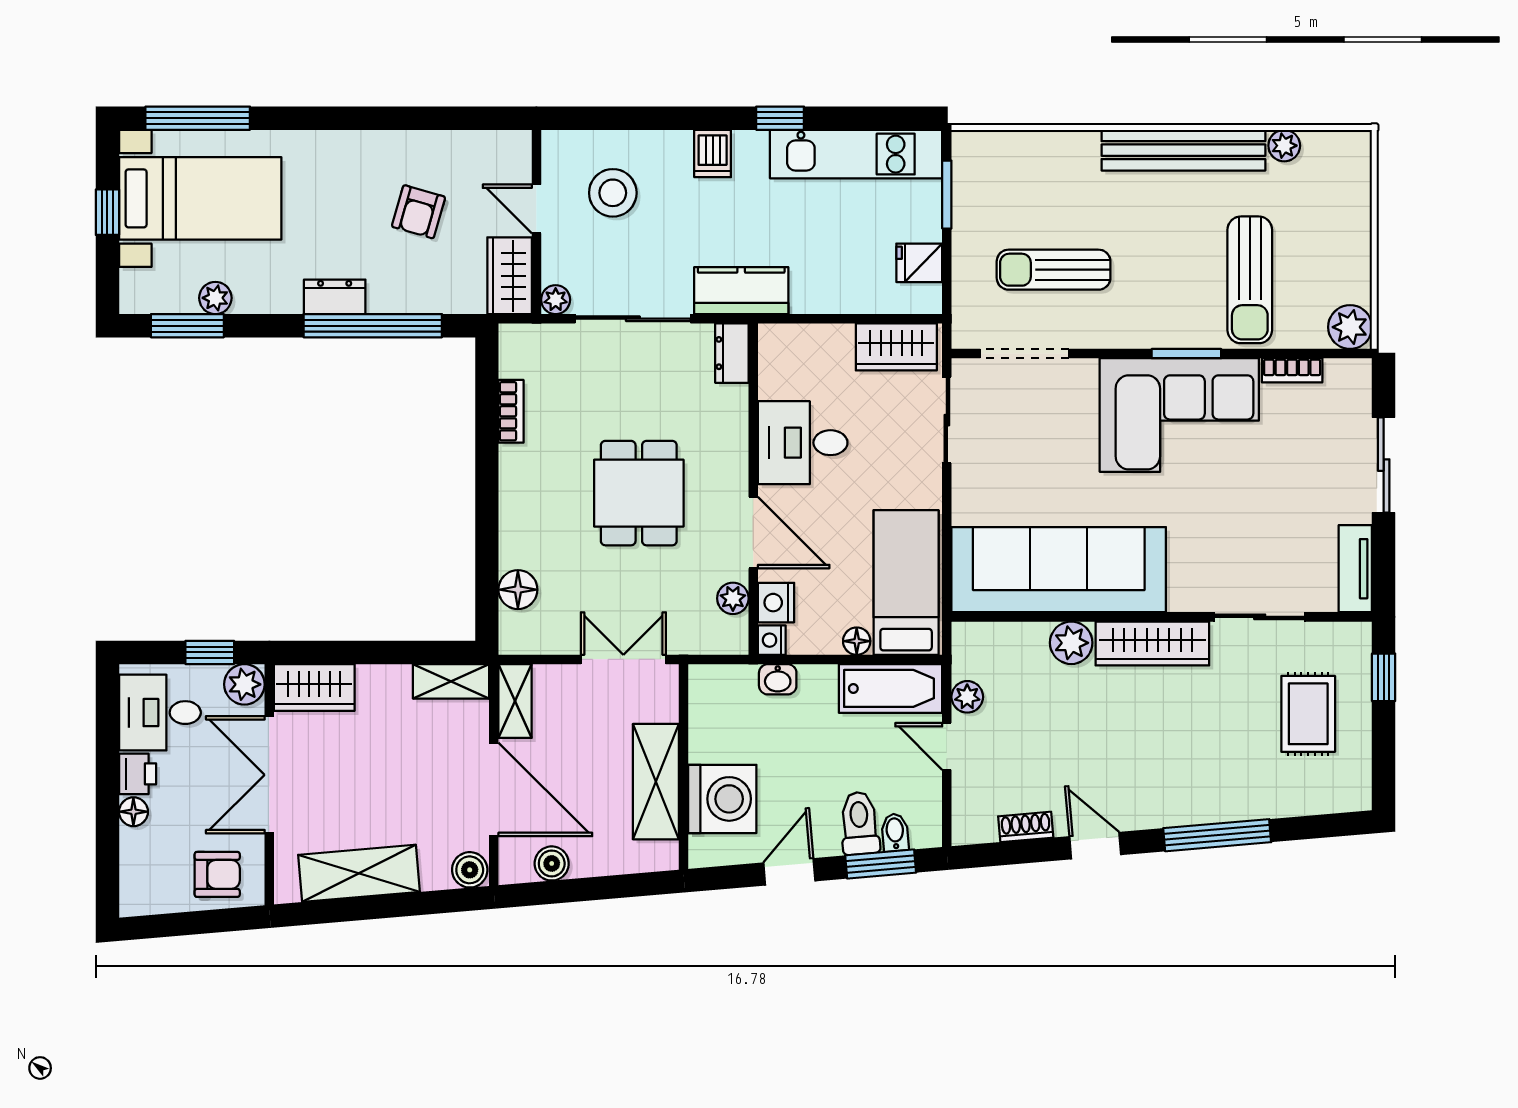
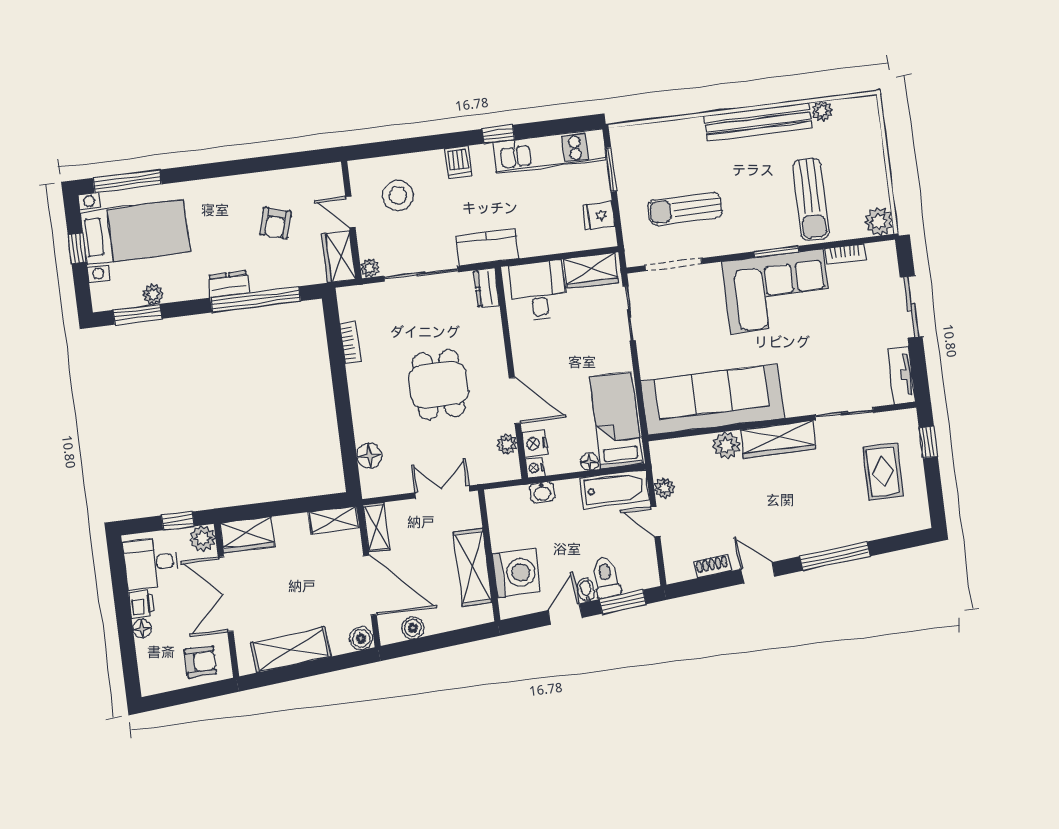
desk: (803, 443) -> (538, 291), moved, turned 90
bidet: (895, 832) -> (586, 590), moved

